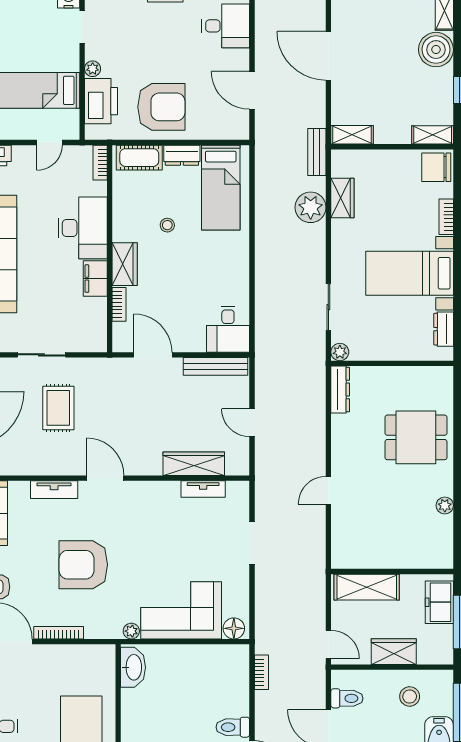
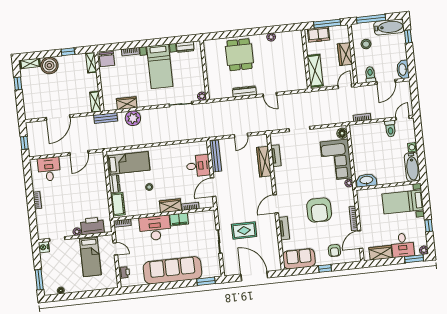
armchair: (161, 107) -> (92, 196), removed
desk: (228, 329) -> (198, 166), moved
dresser: (340, 390) -> (244, 91), moved

